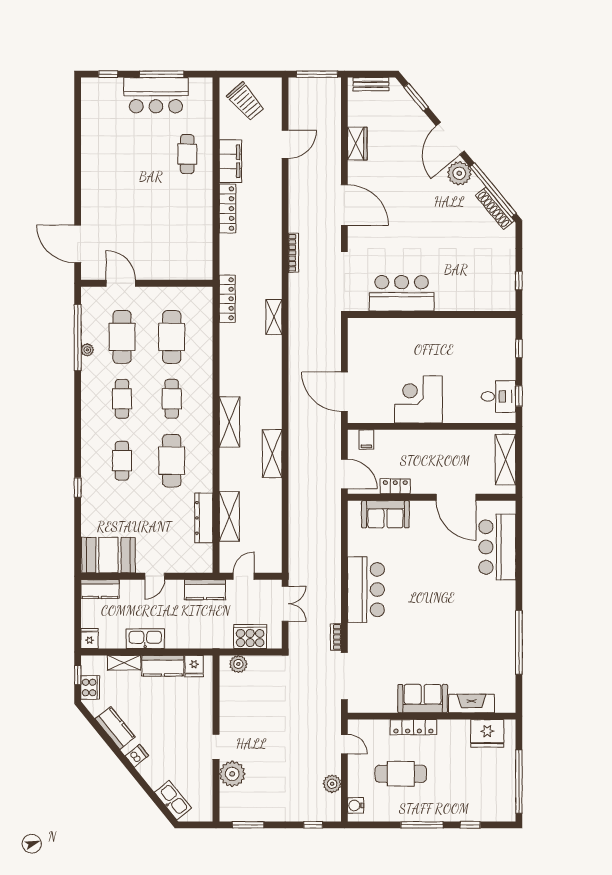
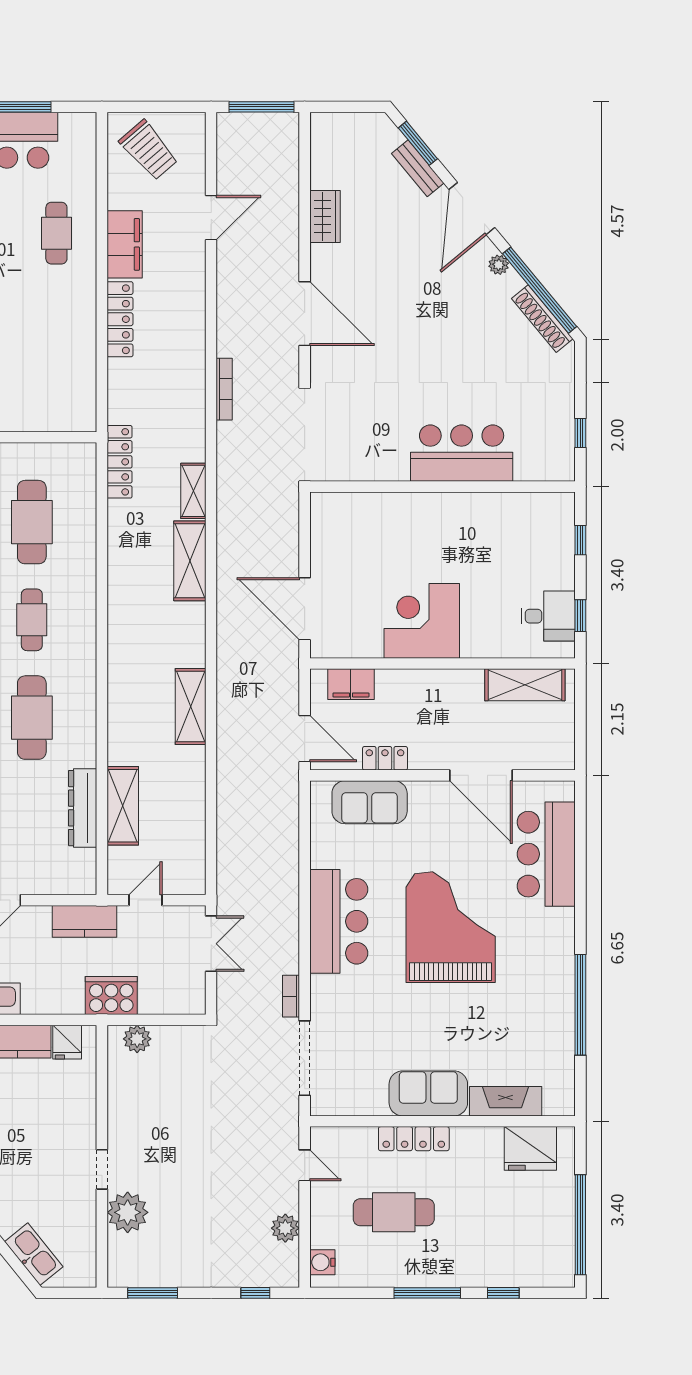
bench: (371, 84) -> (418, 168), moved, turned 50
plant: (459, 173) -> (499, 265), width x0.53, depth x0.53
bar counter: (402, 293) -> (462, 453), moved
shelving: (229, 422) -> (190, 561), moved
filing cabinet: (366, 439) -> (351, 684), width x2.00
shelving: (505, 460) -> (525, 685), moved, turned 90
grand piano: (437, 593) -> (451, 927), added
cooker: (250, 637) -> (111, 996), moved

